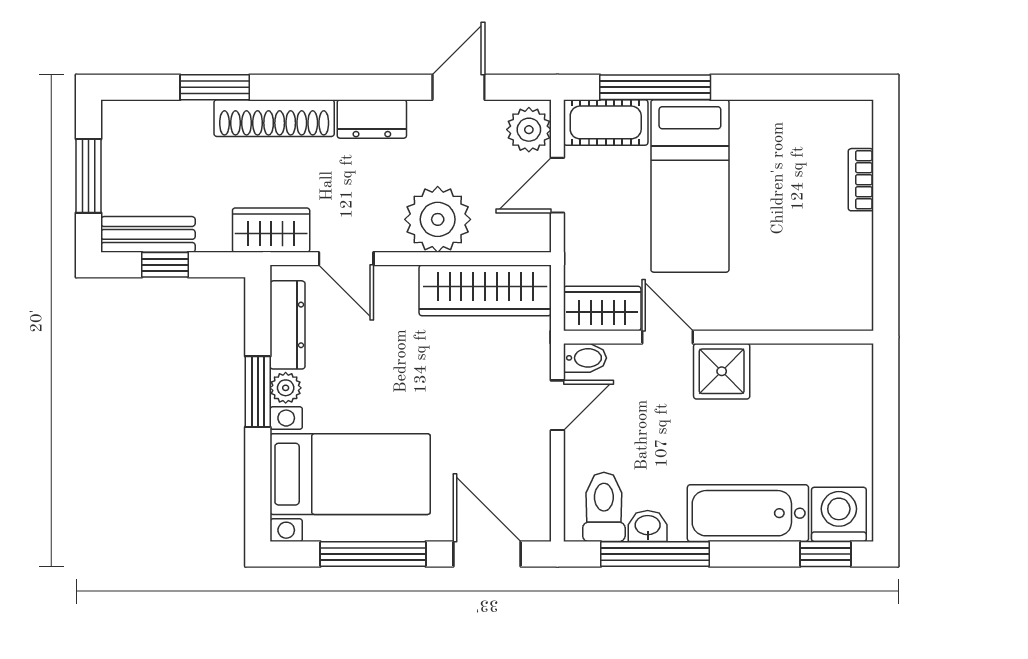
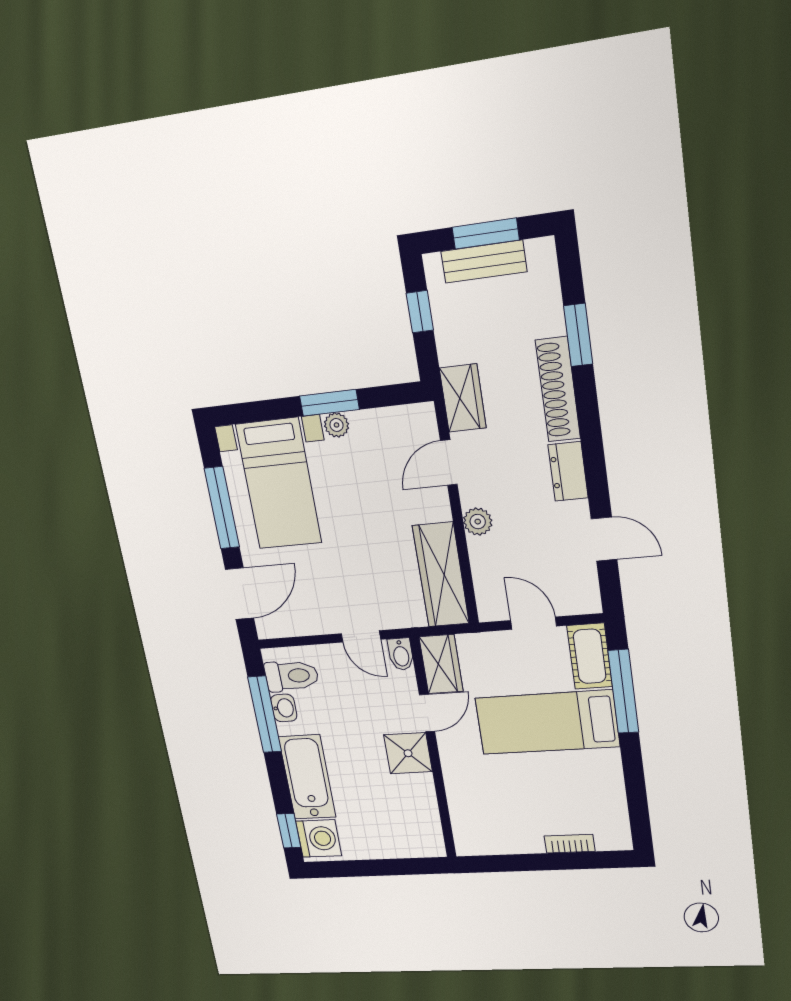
plant: (529, 130) -> (576, 598), removed
plant: (438, 219) -> (478, 522), width x0.53, depth x0.53
bench: (148, 234) -> (484, 262), moved, turned 90
dresser: (288, 325) -> (387, 421), removed

